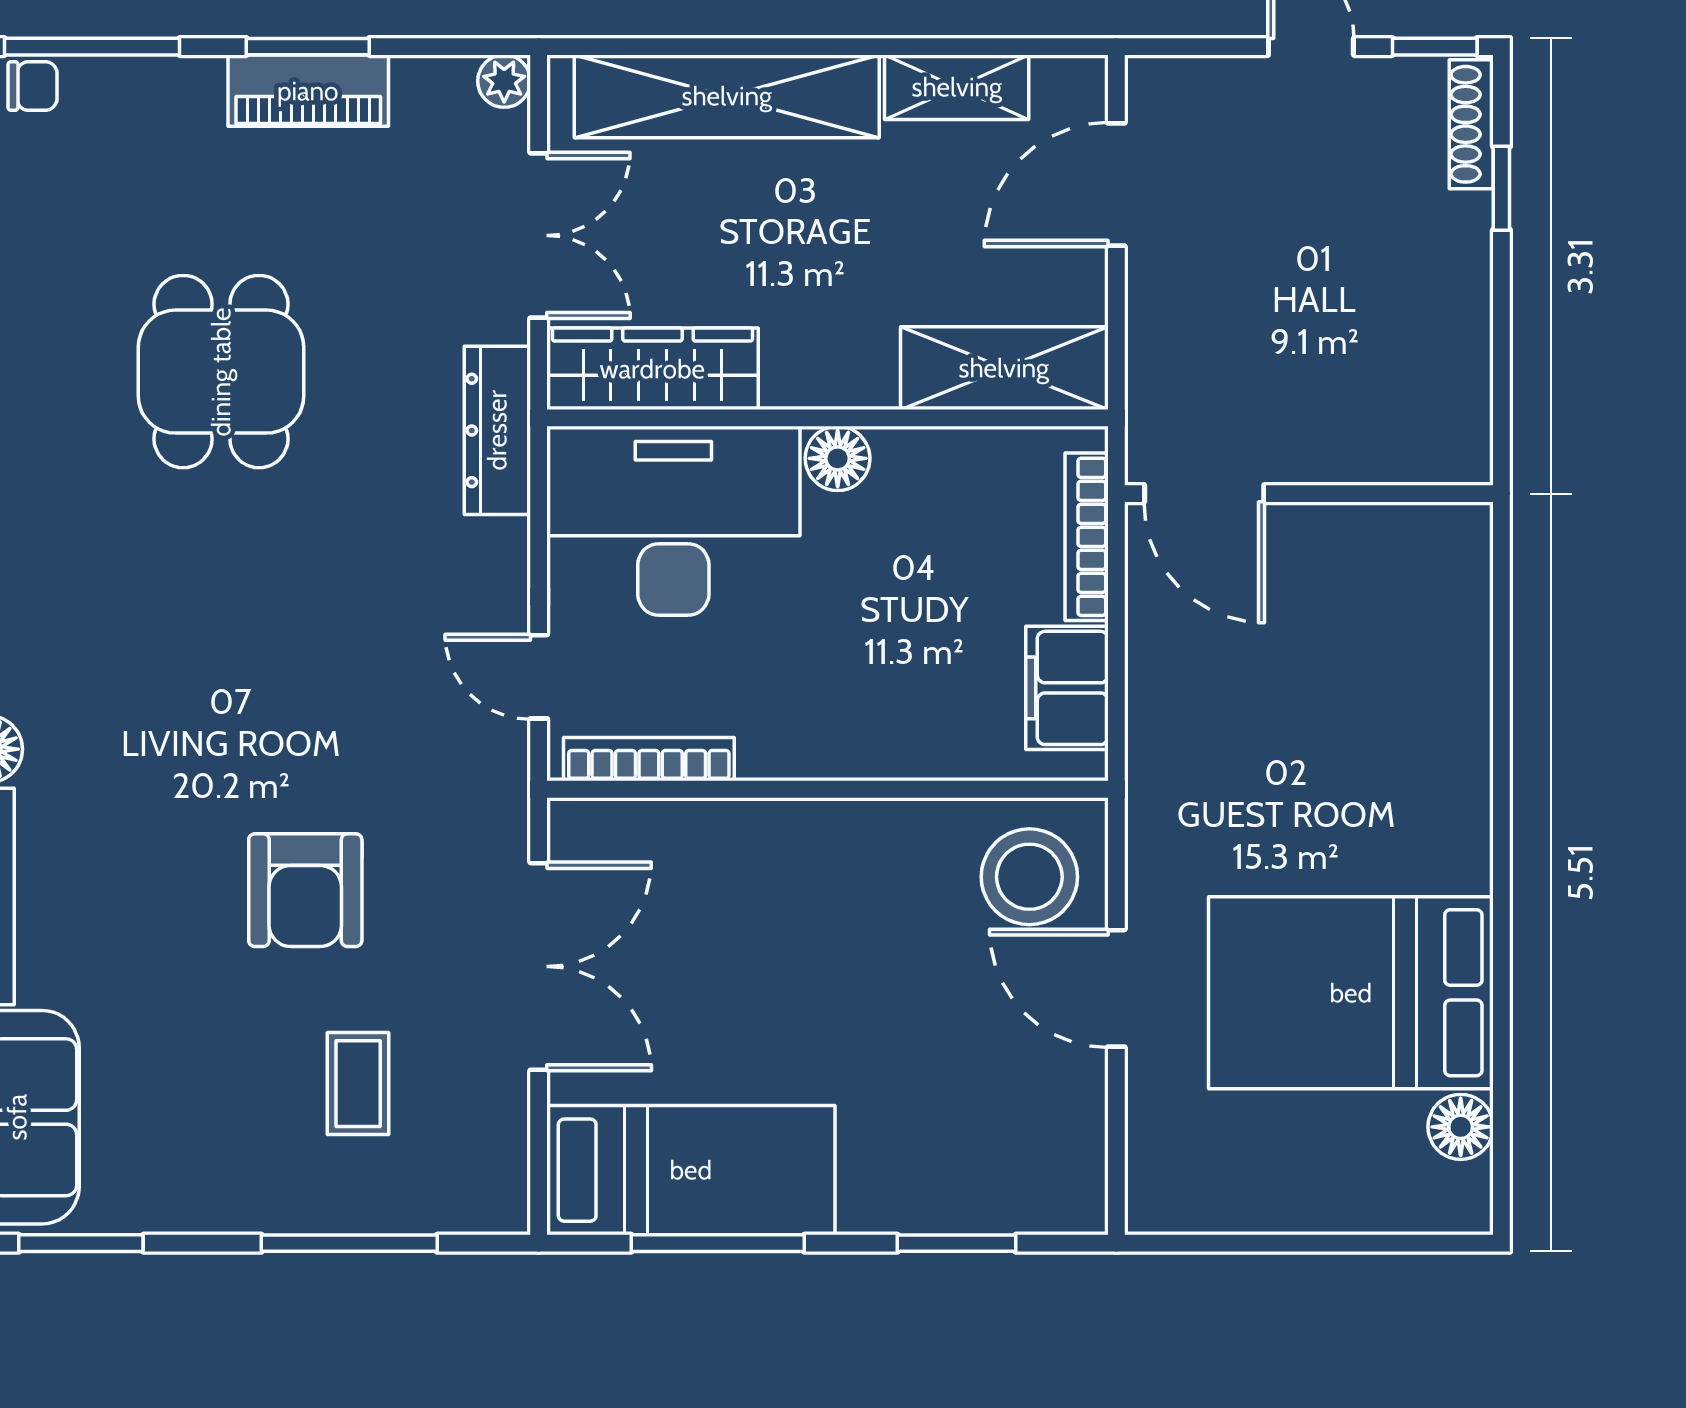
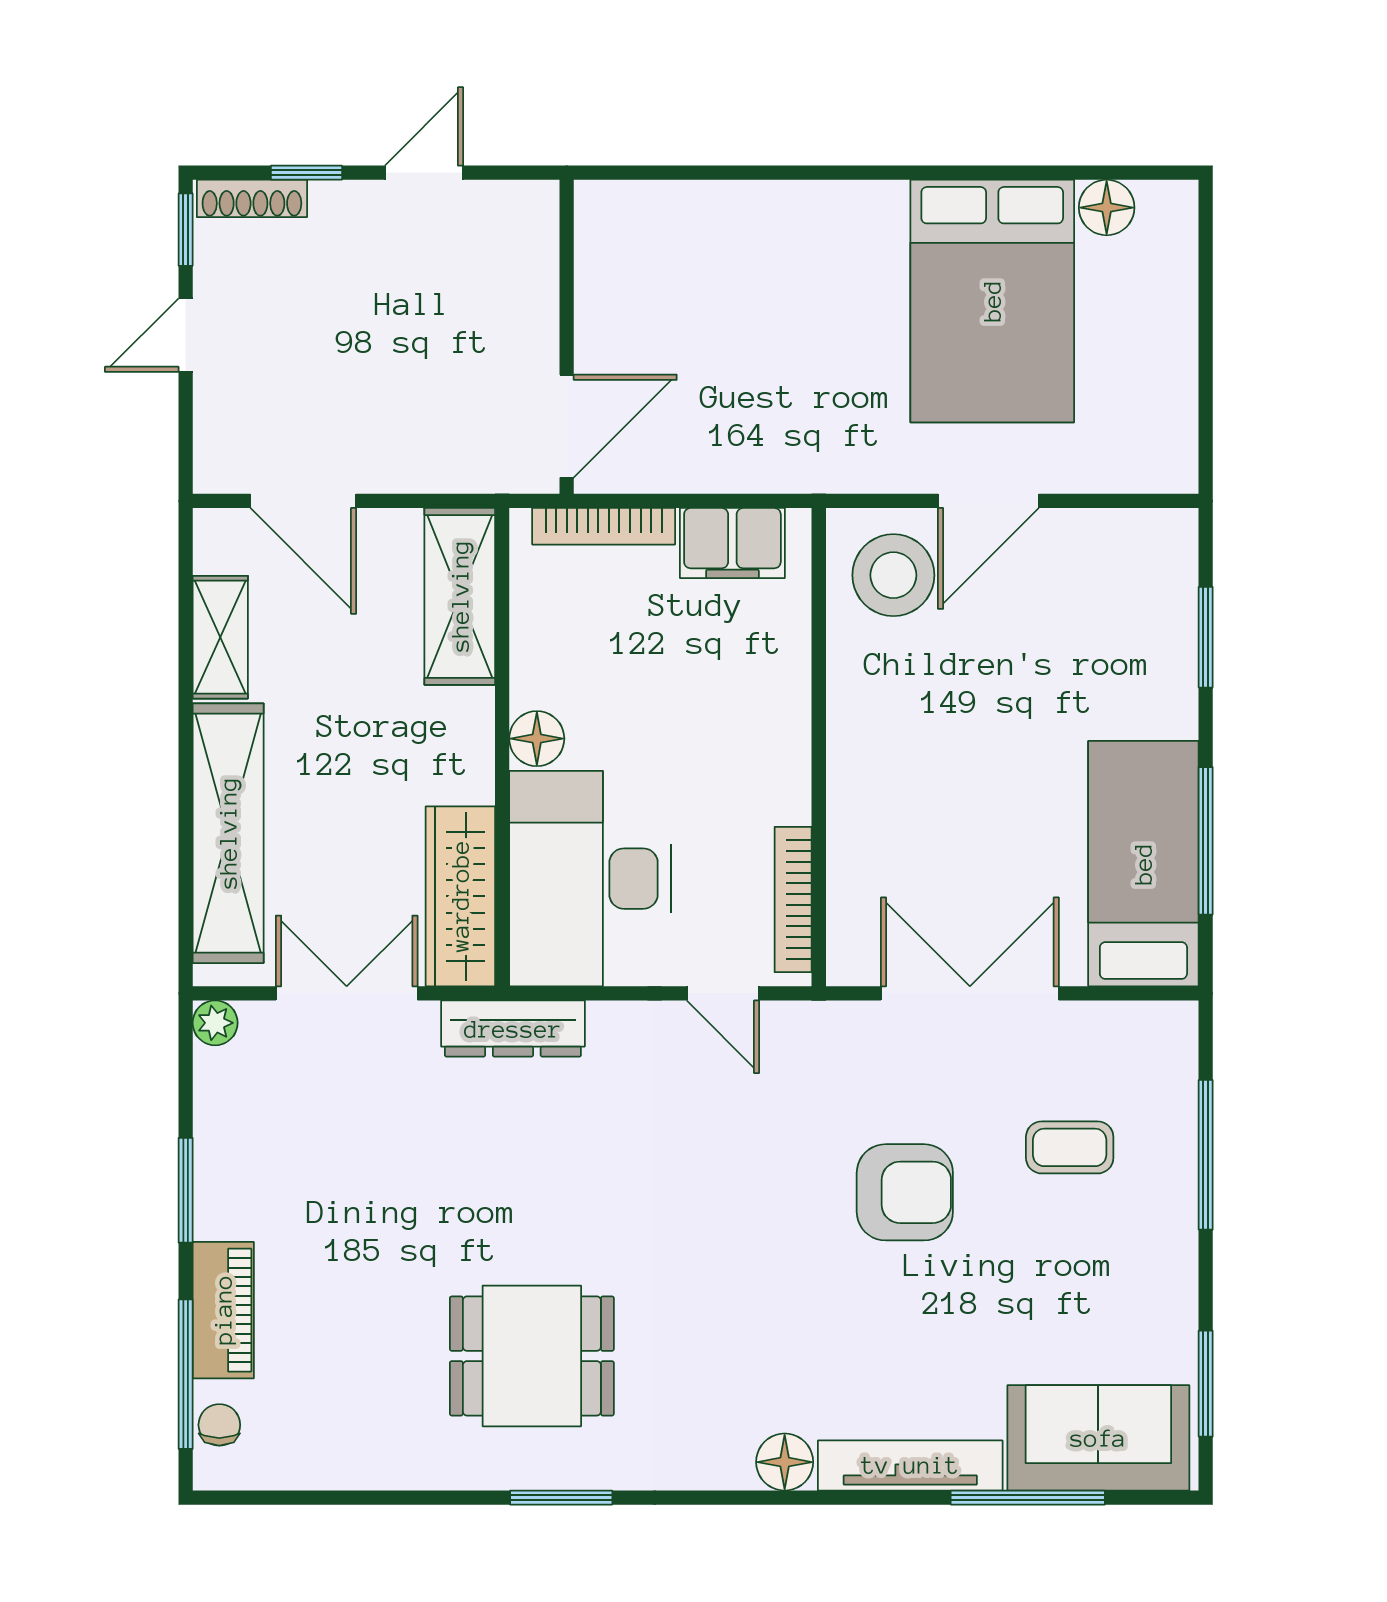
piano: (308, 91) -> (223, 1310), moved
door: (1501, 326) -> (424, 173), added
dining table: (221, 372) -> (532, 1356), moved
door: (539, 677) -> (723, 993), hinge flipped

